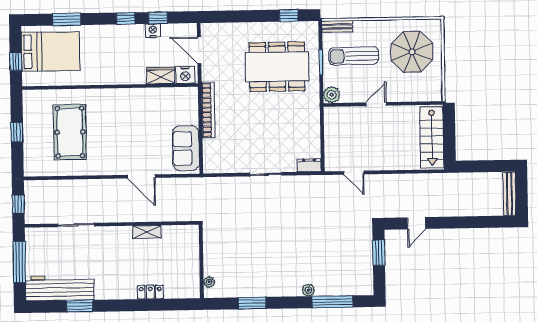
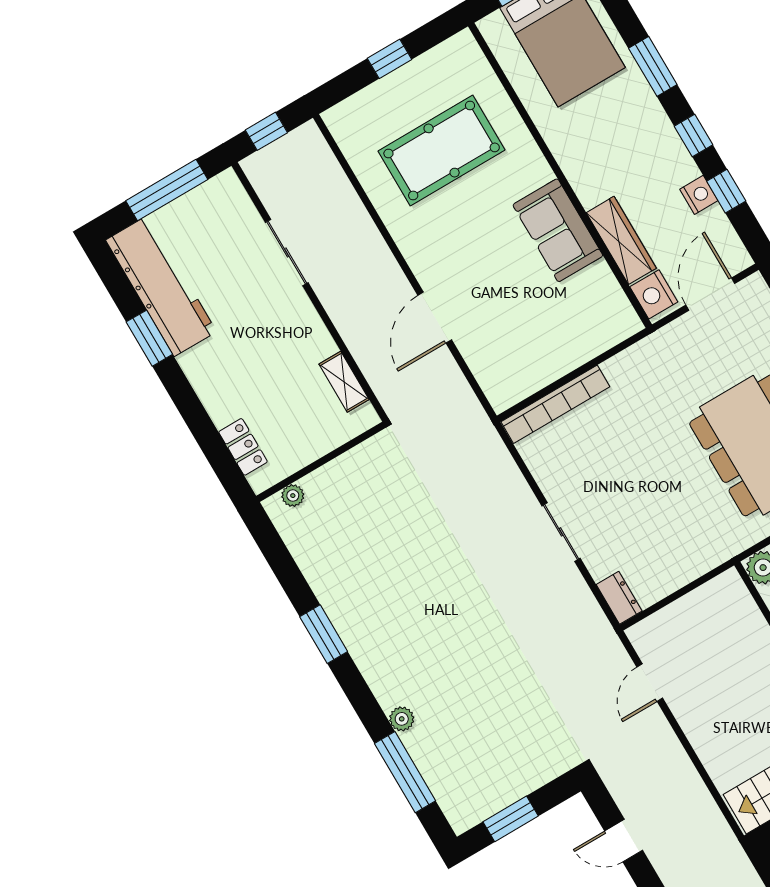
window: (67, 19) -> (653, 66), moved
wardrobe: (161, 76) -> (621, 240), width x1.50
bookcase: (208, 110) -> (555, 404), moved
sofa: (186, 148) -> (558, 230), moved, turned -90
window: (379, 253) -> (511, 819), moved
wall: (201, 261) -> (321, 462), moved
plant: (209, 282) -> (293, 496), moved

